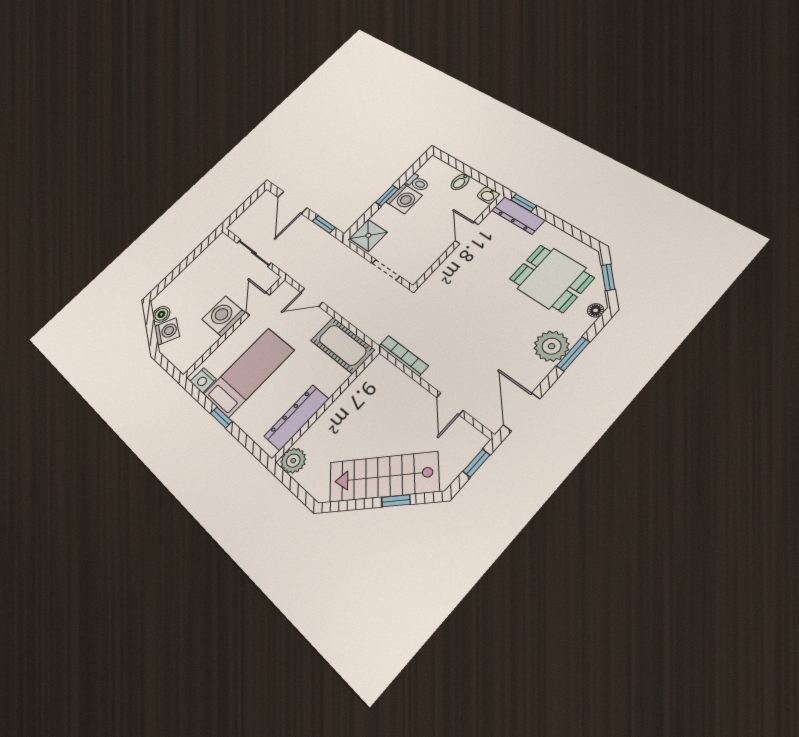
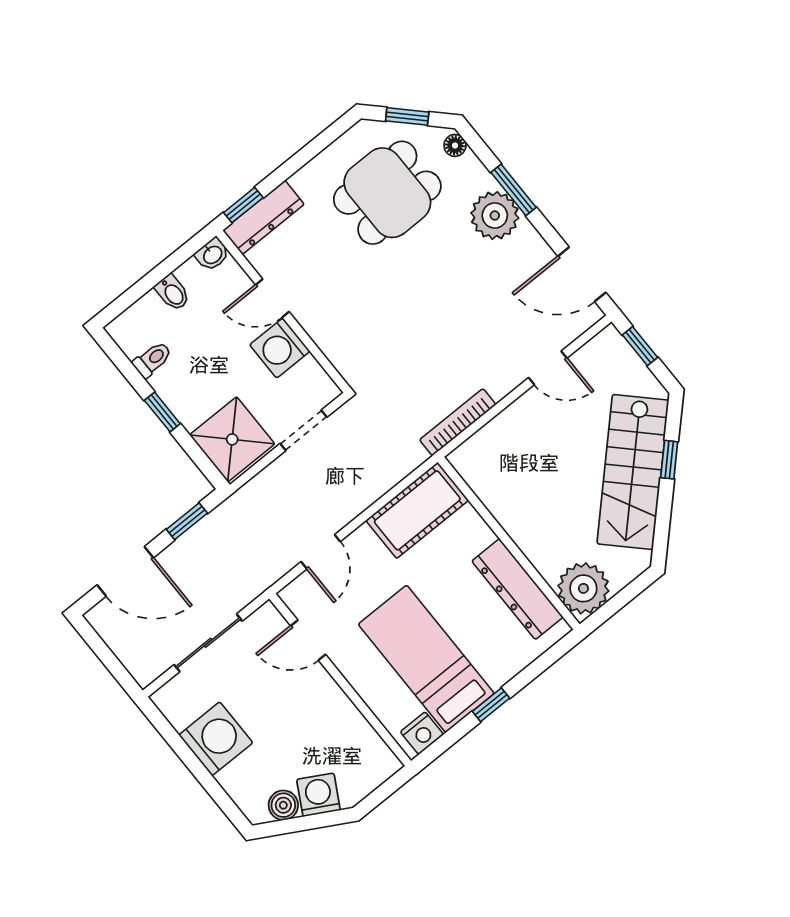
washing machine: (404, 199) -> (280, 348), moved, turned 180
shower: (368, 235) -> (232, 439), width x1.36, depth x1.36
washing machine: (224, 316) -> (216, 739), moved, turned 180
plant: (293, 461) -> (583, 588), width x1.36, depth x1.36

